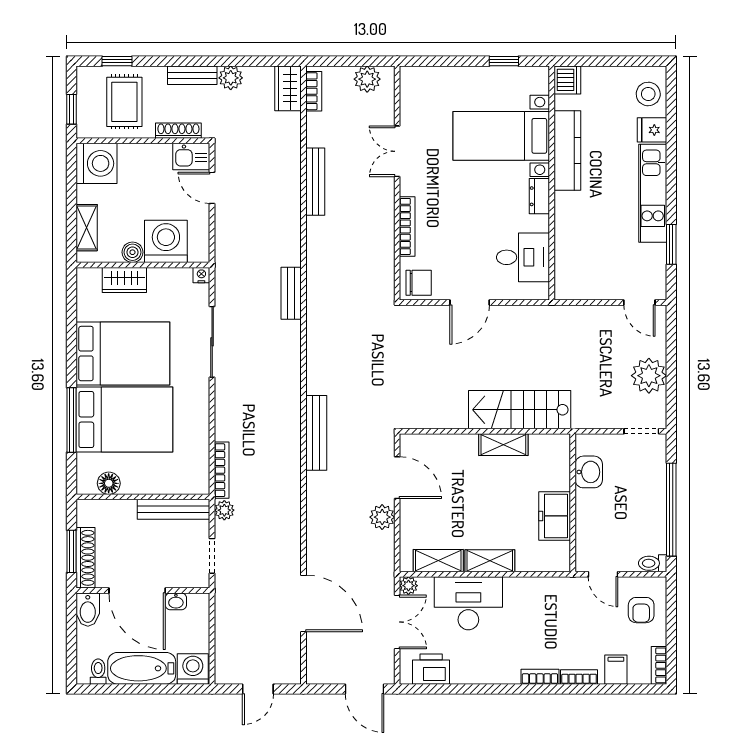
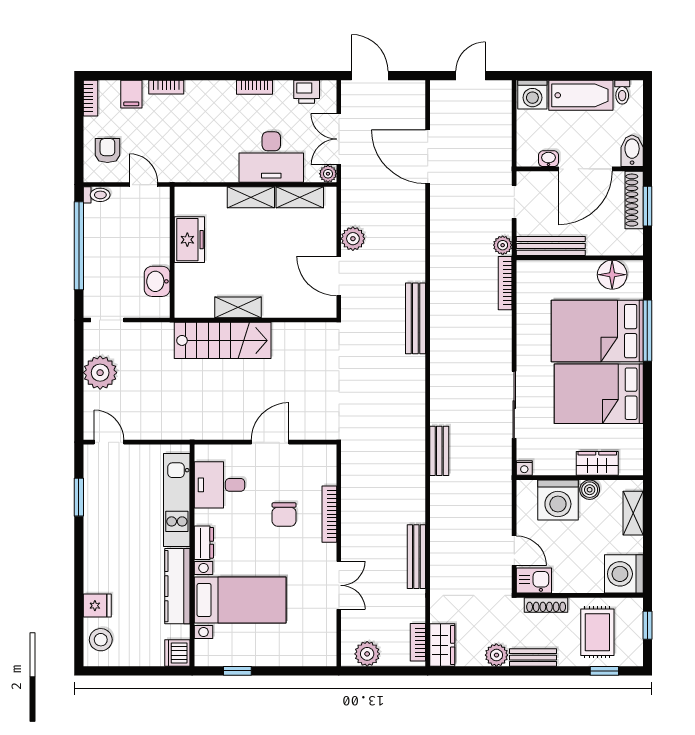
kitchen unit: (653, 193) -> (177, 500), moved, turned 180
chair: (419, 283) -> (284, 515), moved, turned -90
floor lamp: (109, 483) -> (612, 275), width x1.38, depth x1.38
door: (137, 591) -> (585, 169), swing flipped
printer: (431, 669) -> (307, 92), width x0.73, depth x0.81
bookcase: (540, 677) -> (255, 87), moved

